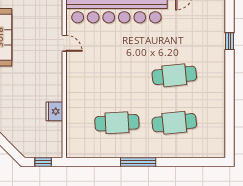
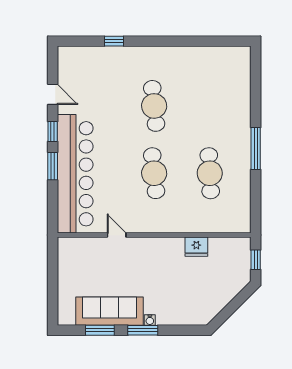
door: (64, 43) -> (117, 235), hinge flipped
cafe table: (174, 123) -> (154, 173), moved

